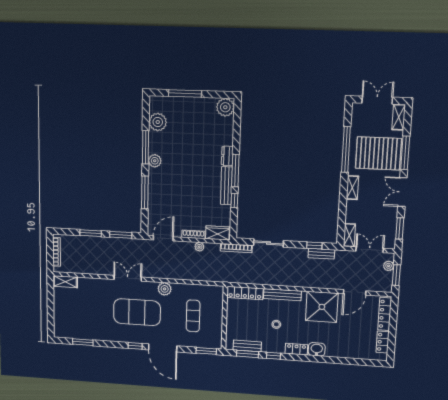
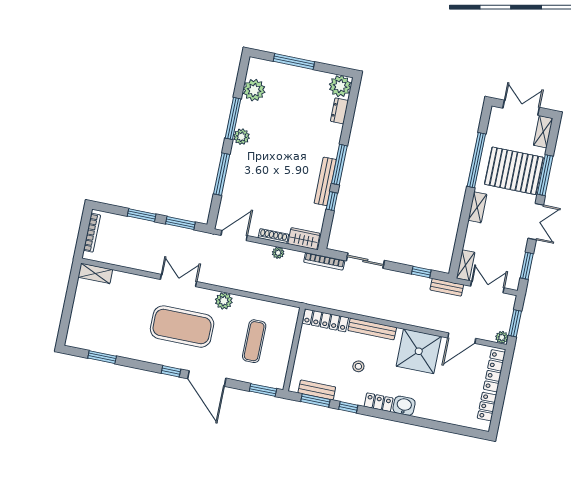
dresser: (227, 156) -> (339, 111), moved
double door: (402, 192) -> (536, 222), swing flipped
bench: (321, 254) -> (447, 287), moved
plant: (389, 266) -> (502, 337), moved

